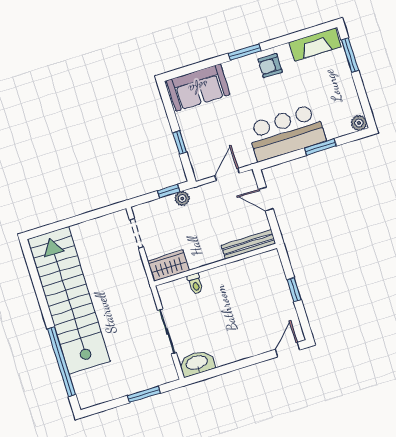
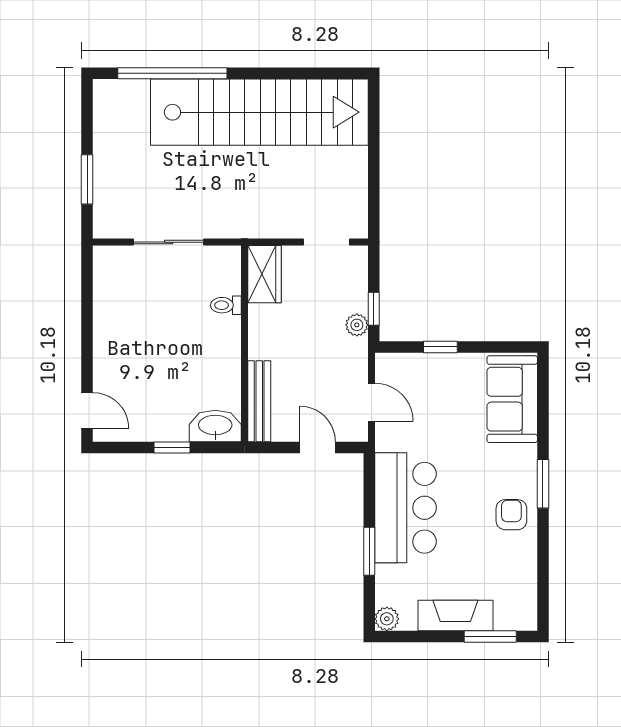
fireplace: (315, 44) -> (455, 615), moved, turned 90
door: (266, 199) -> (318, 447), hinge flipped
washbasin: (197, 363) -> (215, 426), moved, turned -90

